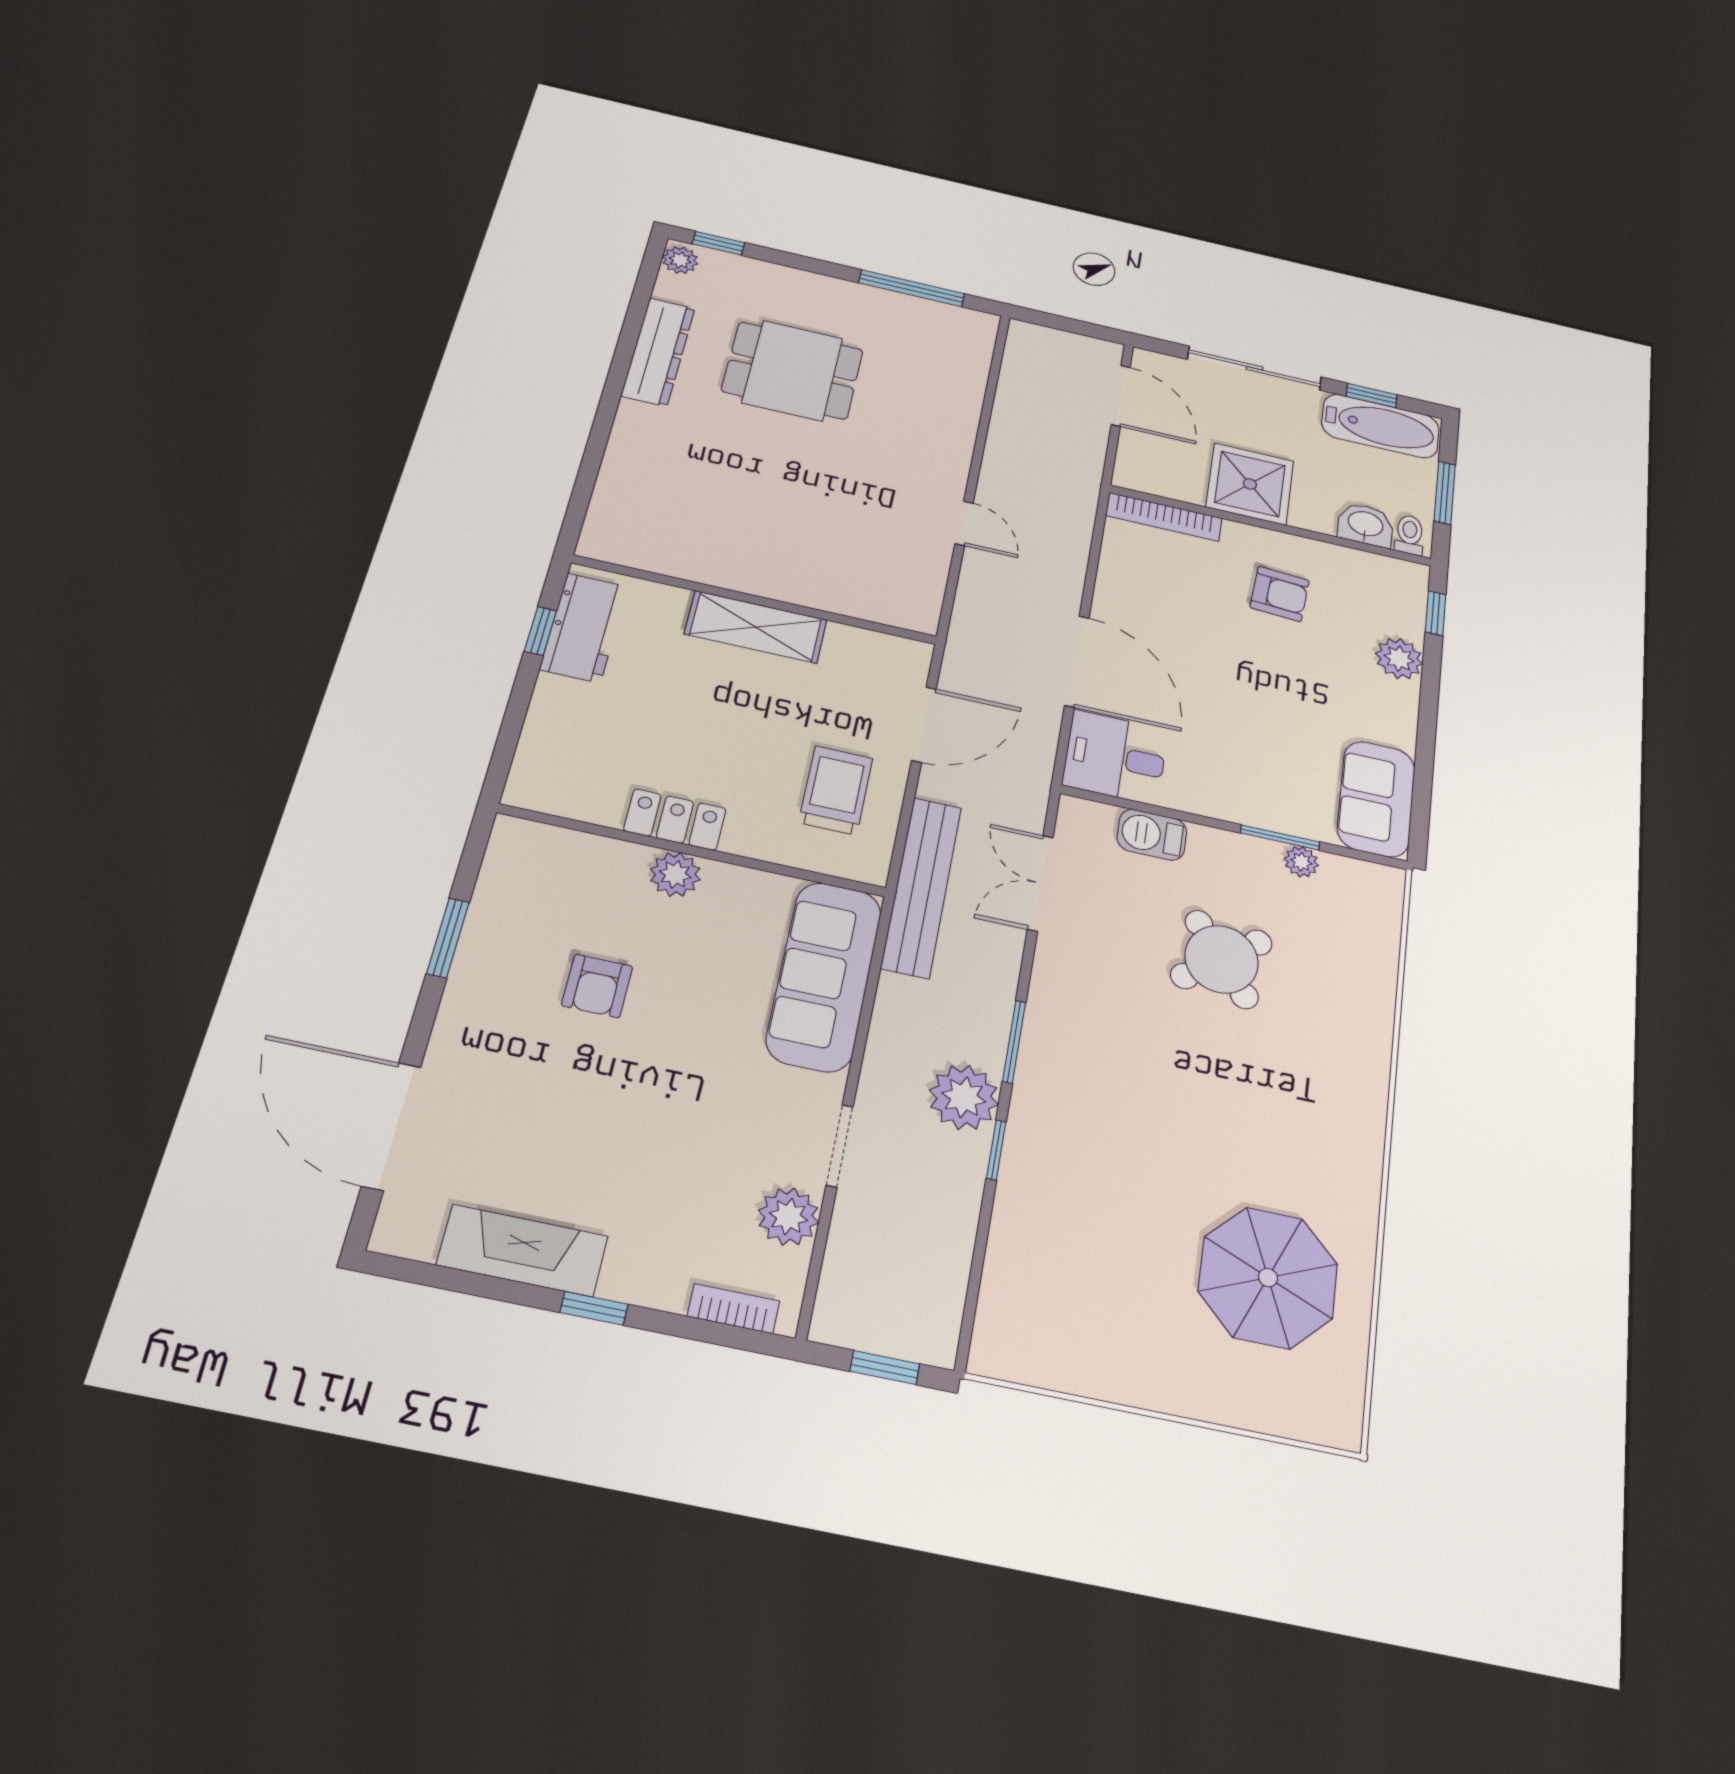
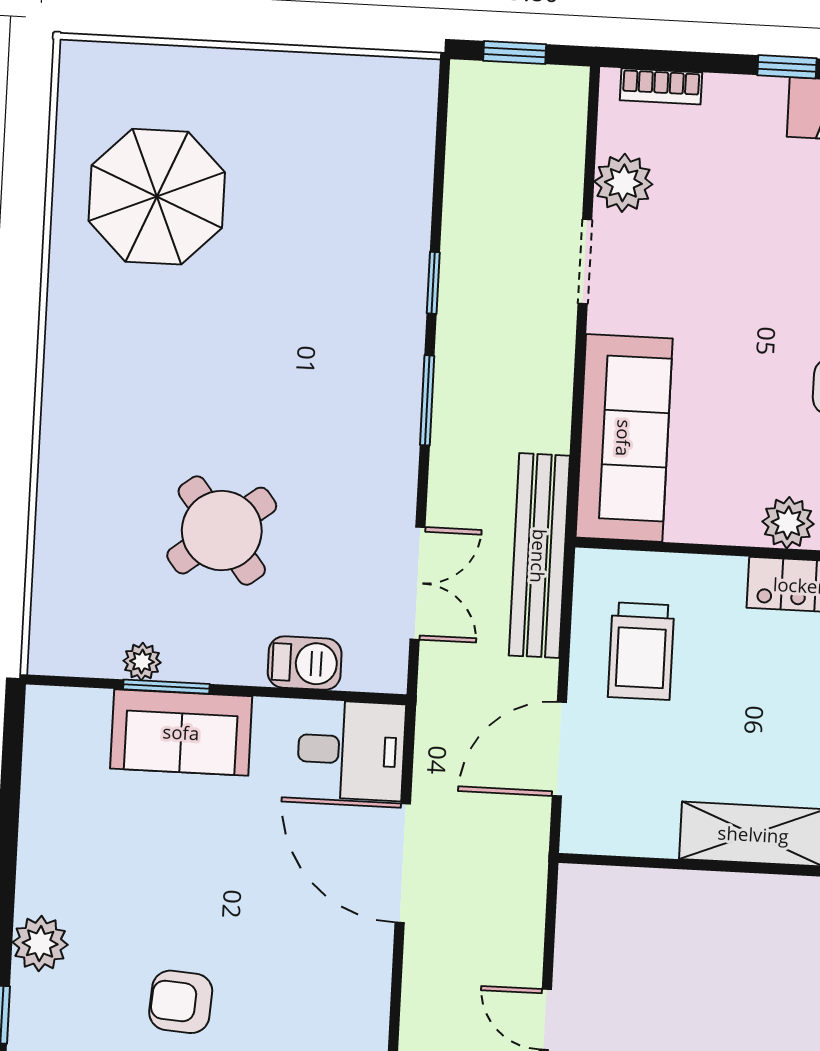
sofa: (1376, 799) -> (181, 732), moved, turned 90
plant: (964, 1097) -> (471, 332), removed

